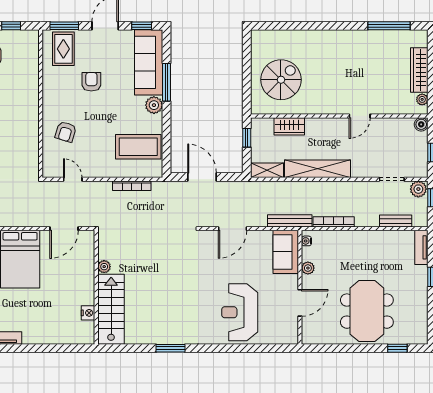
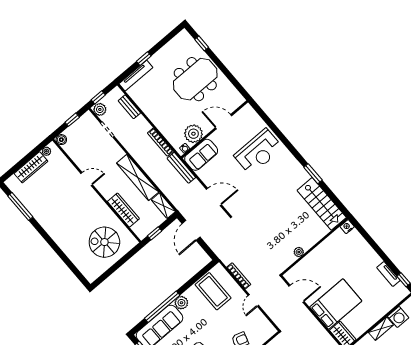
window: (166, 82) -> (162, 307), width x1.46
wardrobe: (289, 126) -> (123, 210), width x1.50
door: (202, 177) -> (191, 230), moved
door: (73, 179) -> (253, 301), moved
tv unit: (421, 247) -> (136, 76), width x1.41
plant: (308, 268) -> (193, 134), width x1.88, depth x1.88
stairs: (111, 309) -> (322, 204), moved, turned -90
nightstand: (88, 313) -> (347, 227), moved

